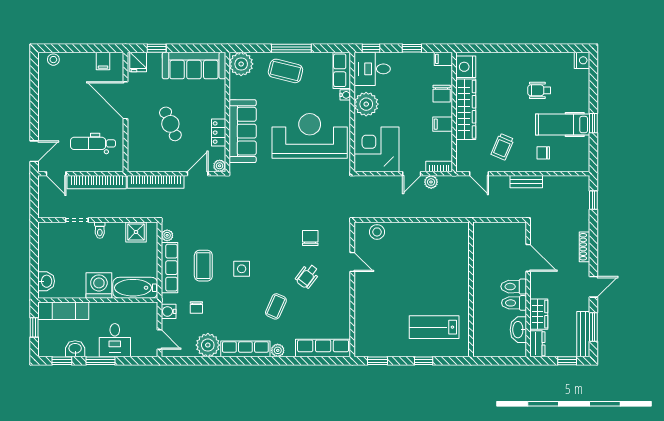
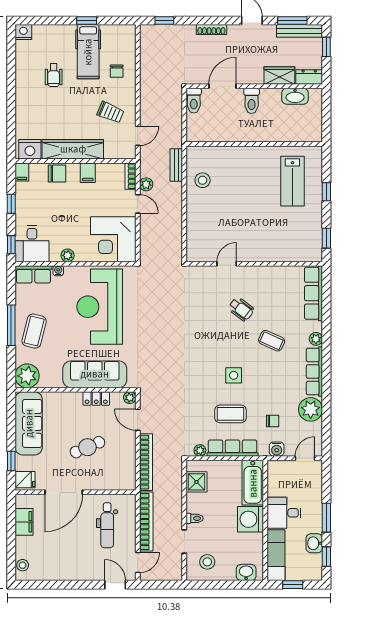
filing cabinet: (103, 61) -> (24, 522), width x2.00
plant: (366, 104) -> (68, 255), width x0.53, depth x0.53
bench: (526, 182) -> (176, 165), moved
stool: (377, 232) -> (203, 180), moved
chair: (310, 238) -> (203, 306), removed
stool: (57, 243) -> (207, 562), added
toilet: (514, 303) -> (194, 101), moved
desk: (115, 340) -> (284, 513), moved, turned 180

